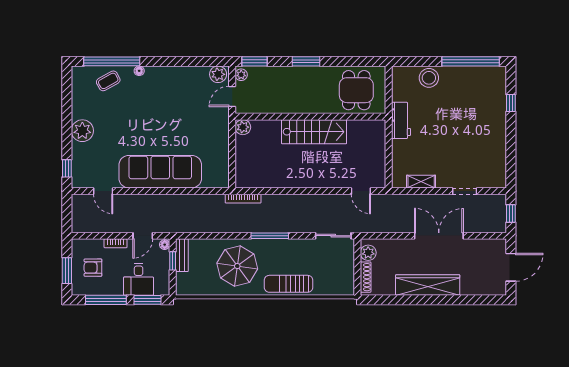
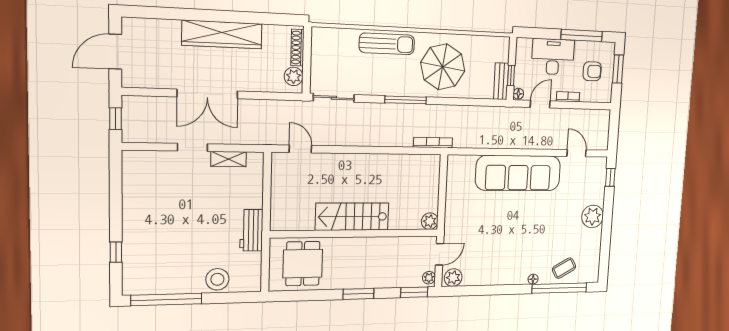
doorway: (465, 191) -> (192, 147), moved
desk: (139, 279) -> (553, 57), width x1.37
window: (148, 300) -> (539, 33), removed

